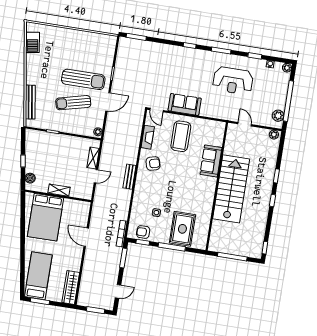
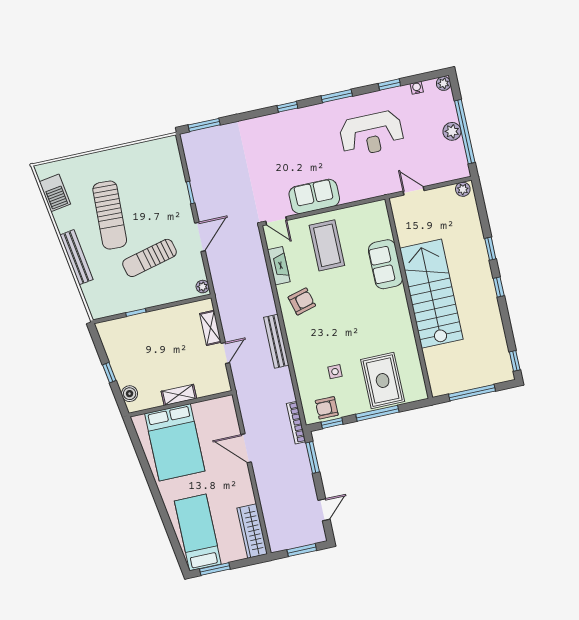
sun lounger: (83, 79) -> (110, 215), moved, turned 92
bench: (30, 102) -> (76, 257), moved
plant: (278, 116) -> (452, 131), moved
bench: (129, 177) -> (276, 341), width x1.36

